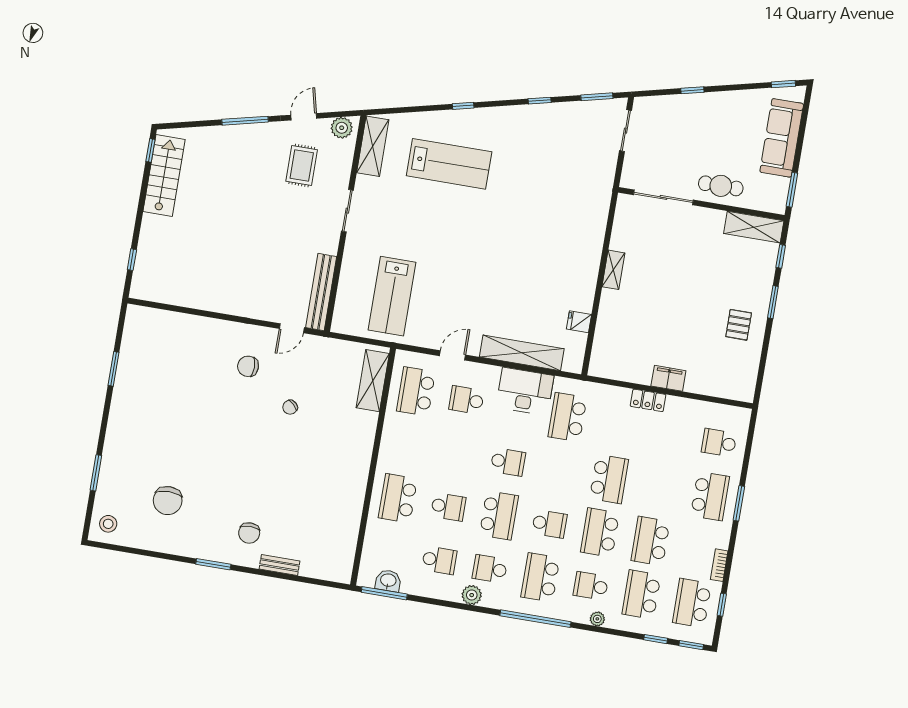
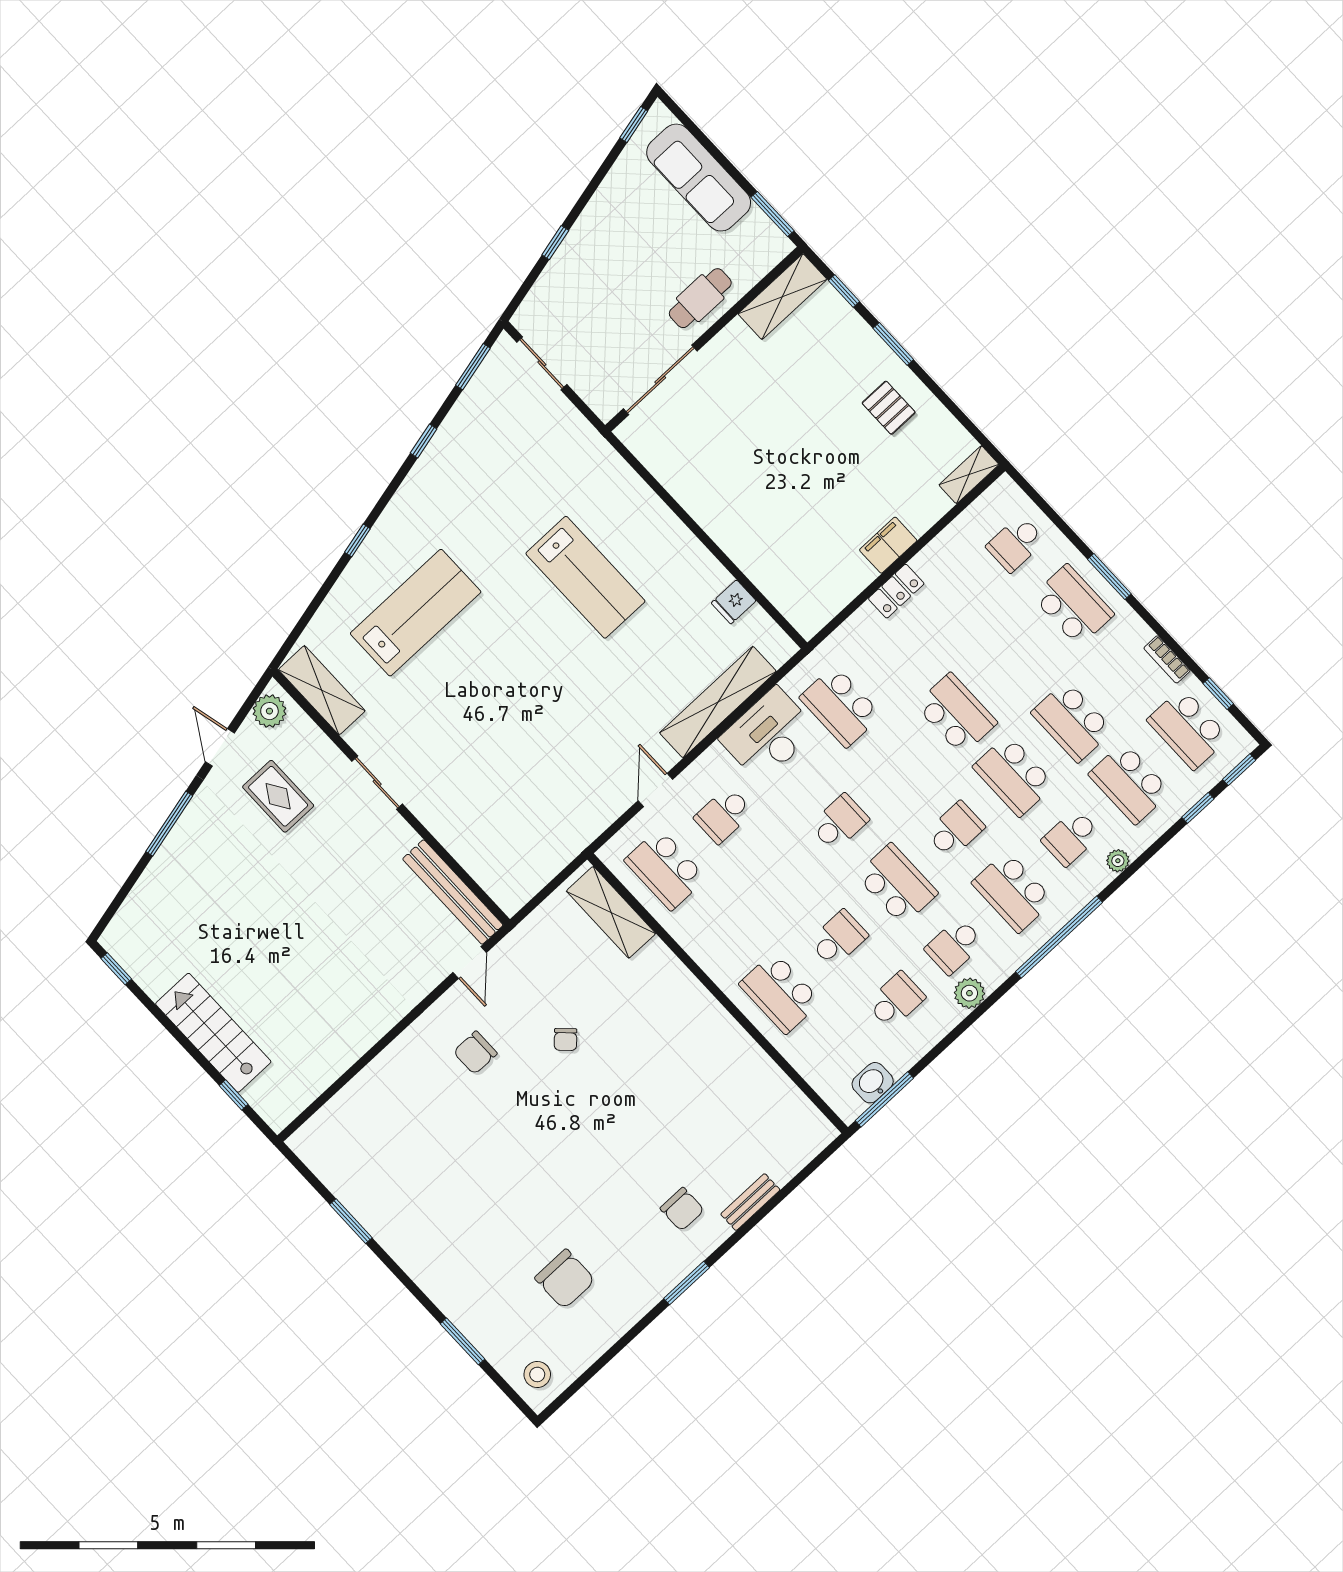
stairs: (164, 175) -> (213, 1033), moved
shelving: (613, 270) -> (969, 475), moved, turned 90
lab bench: (392, 296) -> (585, 577), moved

